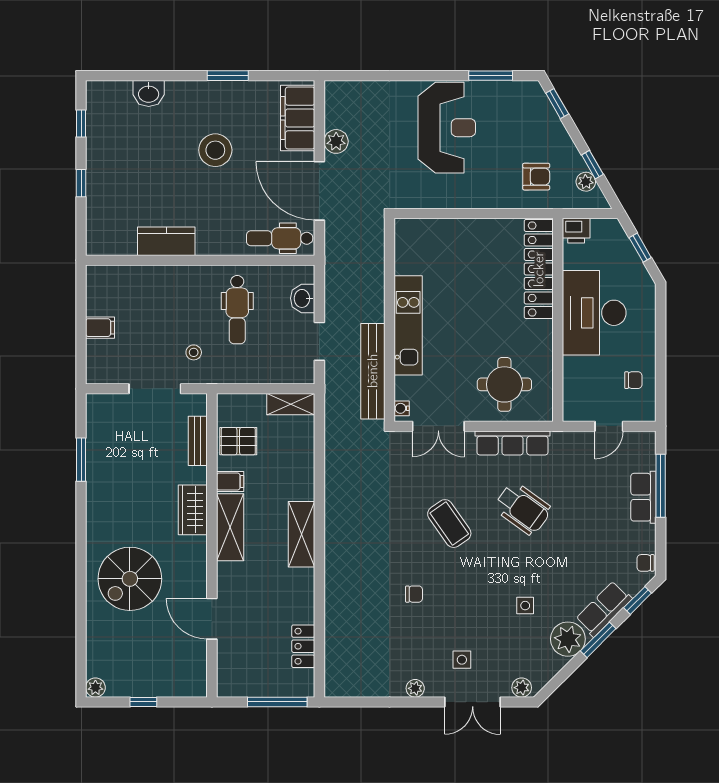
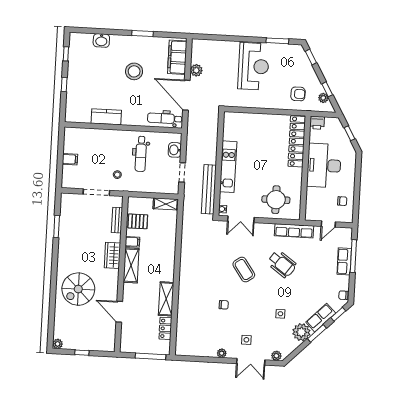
row of seats: (513, 443) -> (294, 231), moved
shelving: (302, 534) -> (166, 299), moved

